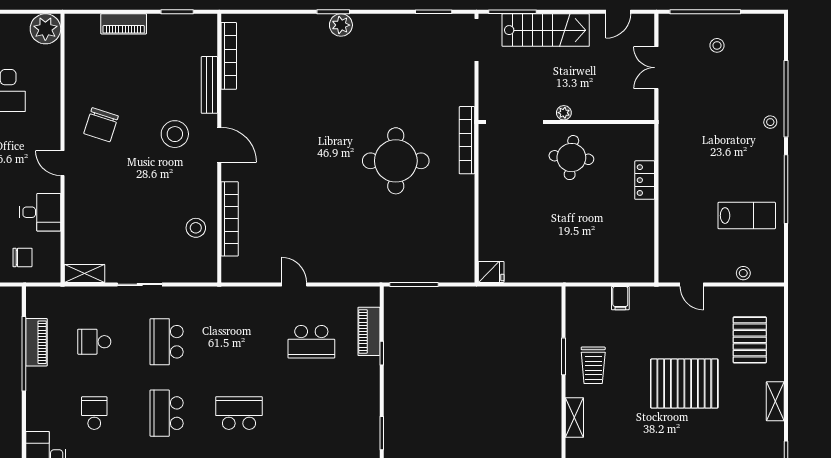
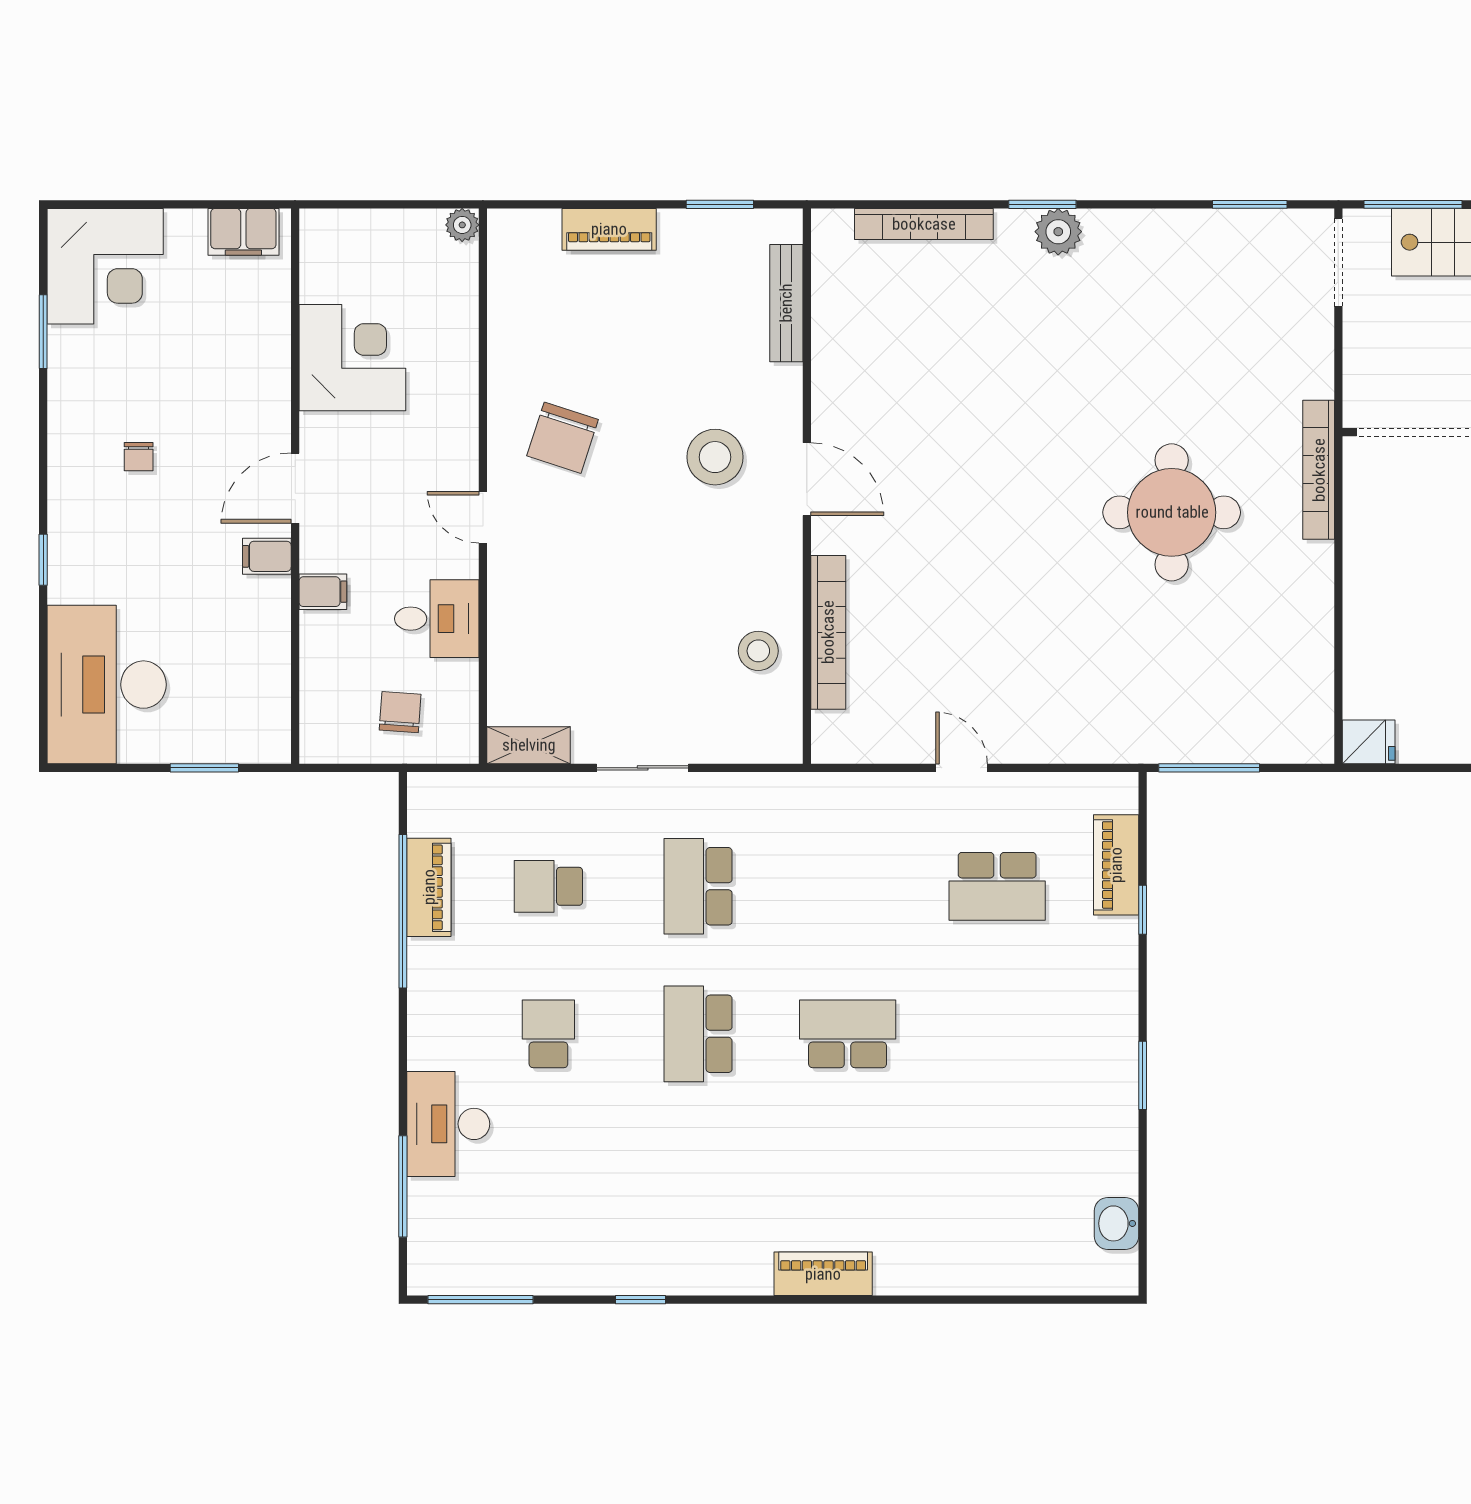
plant: (45, 29) -> (462, 225), width x0.53, depth x0.53
bookcase: (229, 56) -> (924, 224), moved, turned 90
bench: (209, 85) -> (786, 303), moved
chair: (22, 257) -> (400, 712), turned -86

